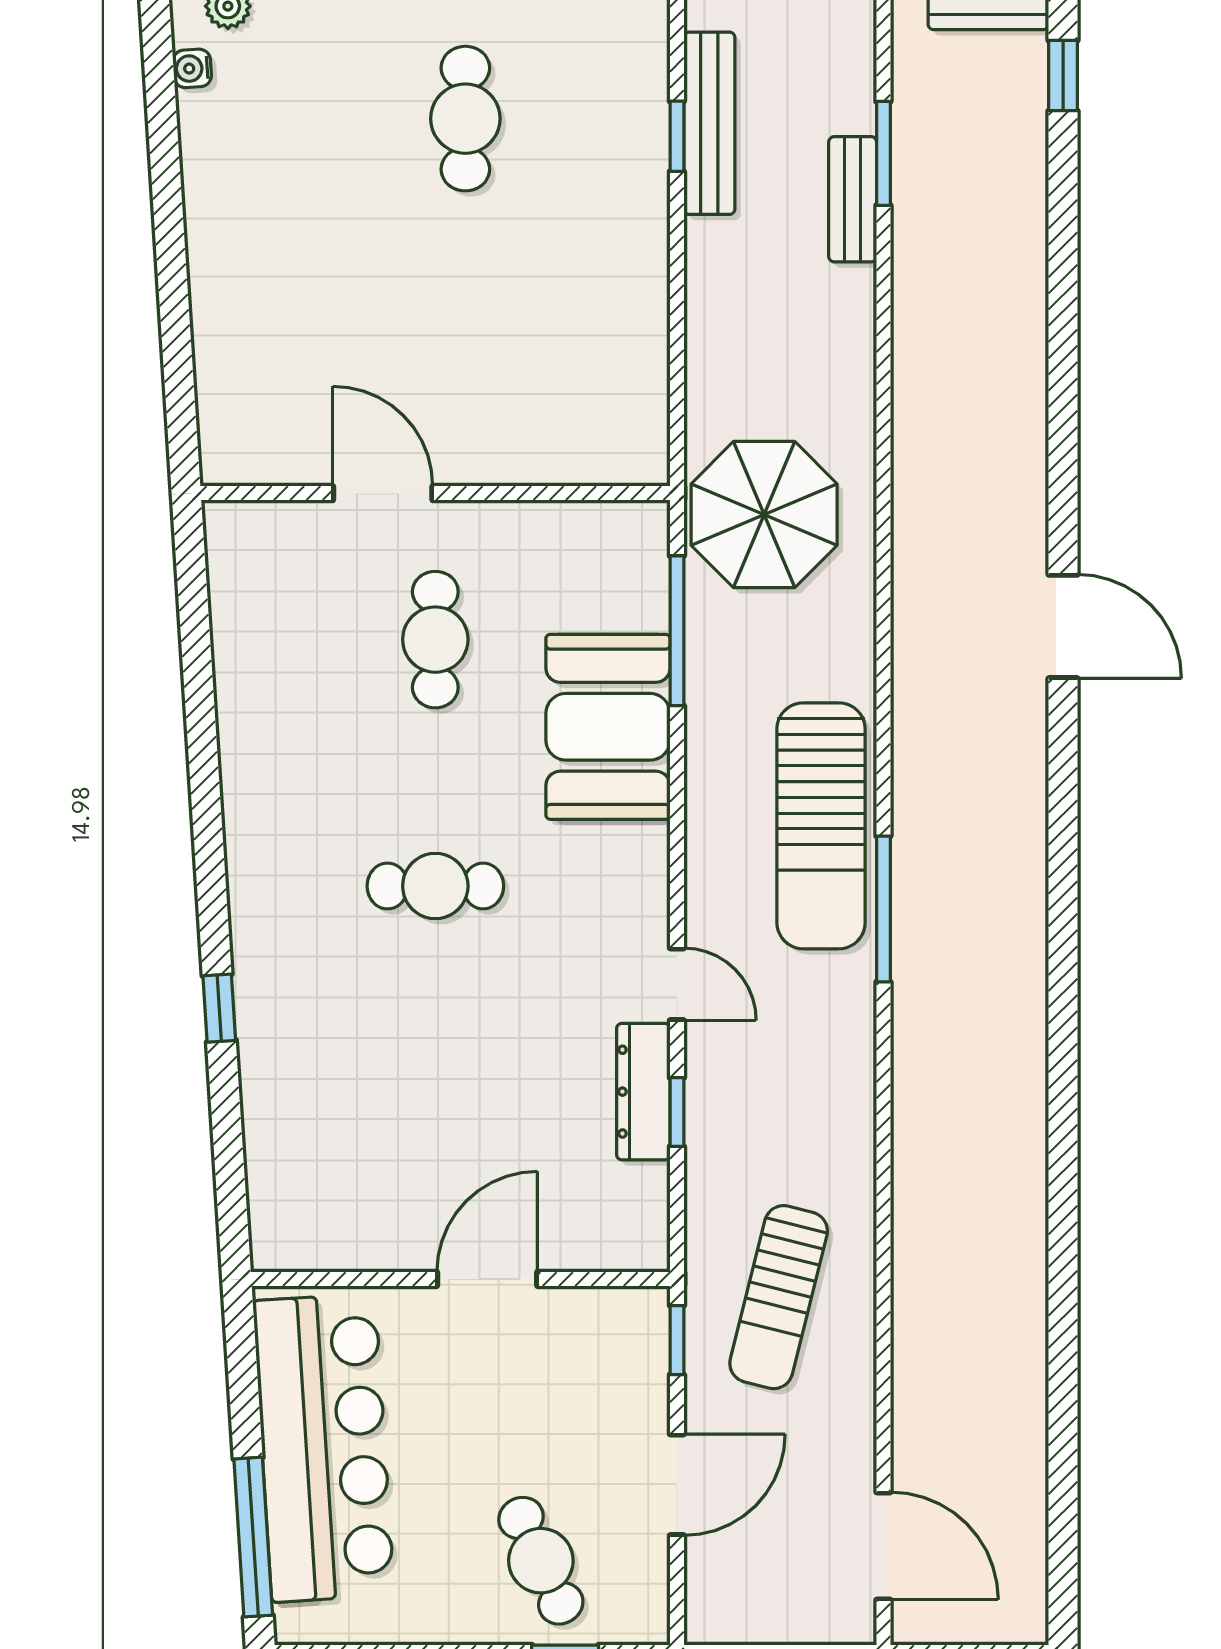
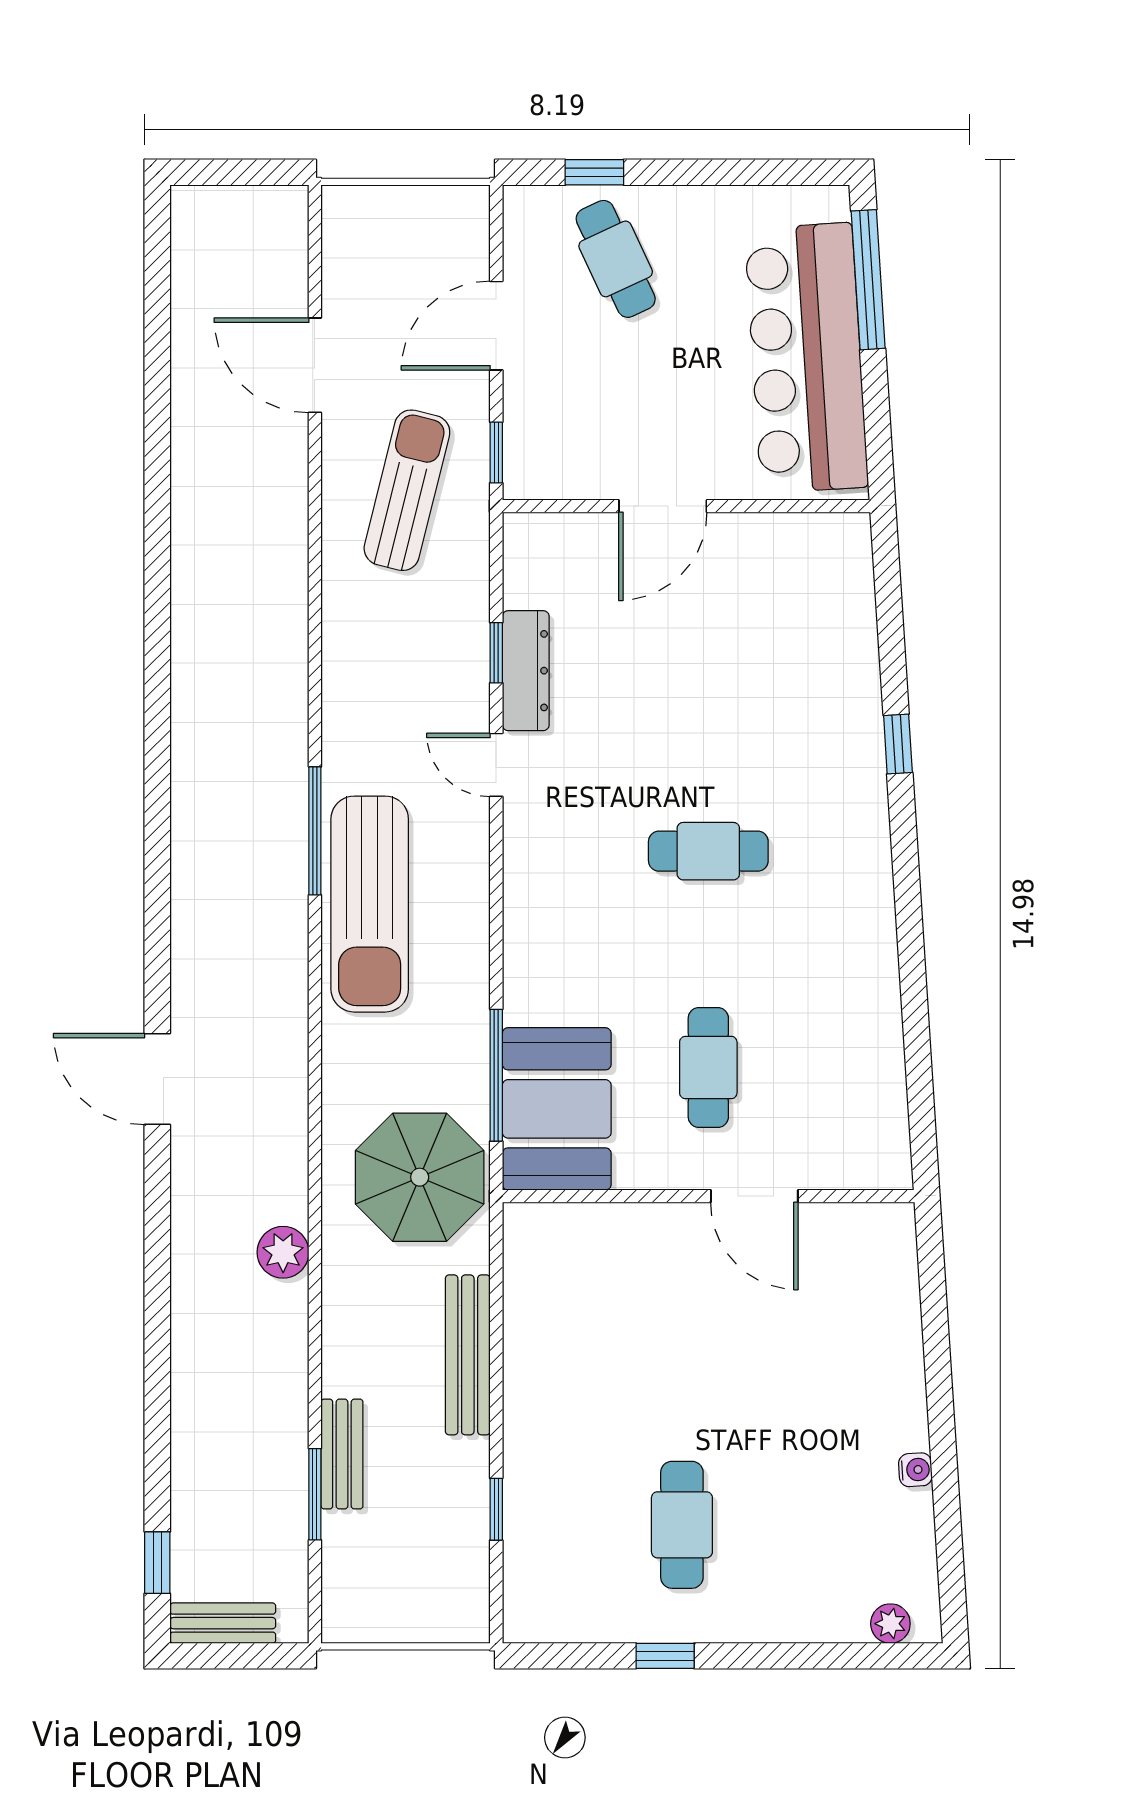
water cooler: (192, 68) -> (915, 1470), moved
bench: (709, 123) -> (468, 1355), moved
plant: (920, 429) -> (283, 1252), added
booth: (608, 727) -> (557, 1109), moved
sun lounger: (821, 826) -> (370, 904), turned 180
door: (883, 1546) -> (315, 365), moved

